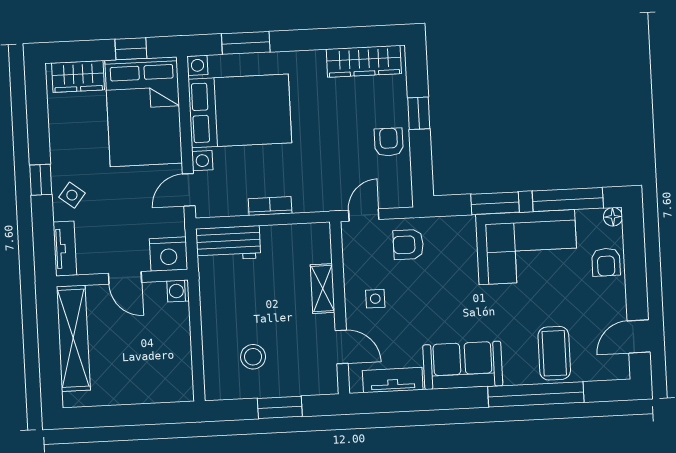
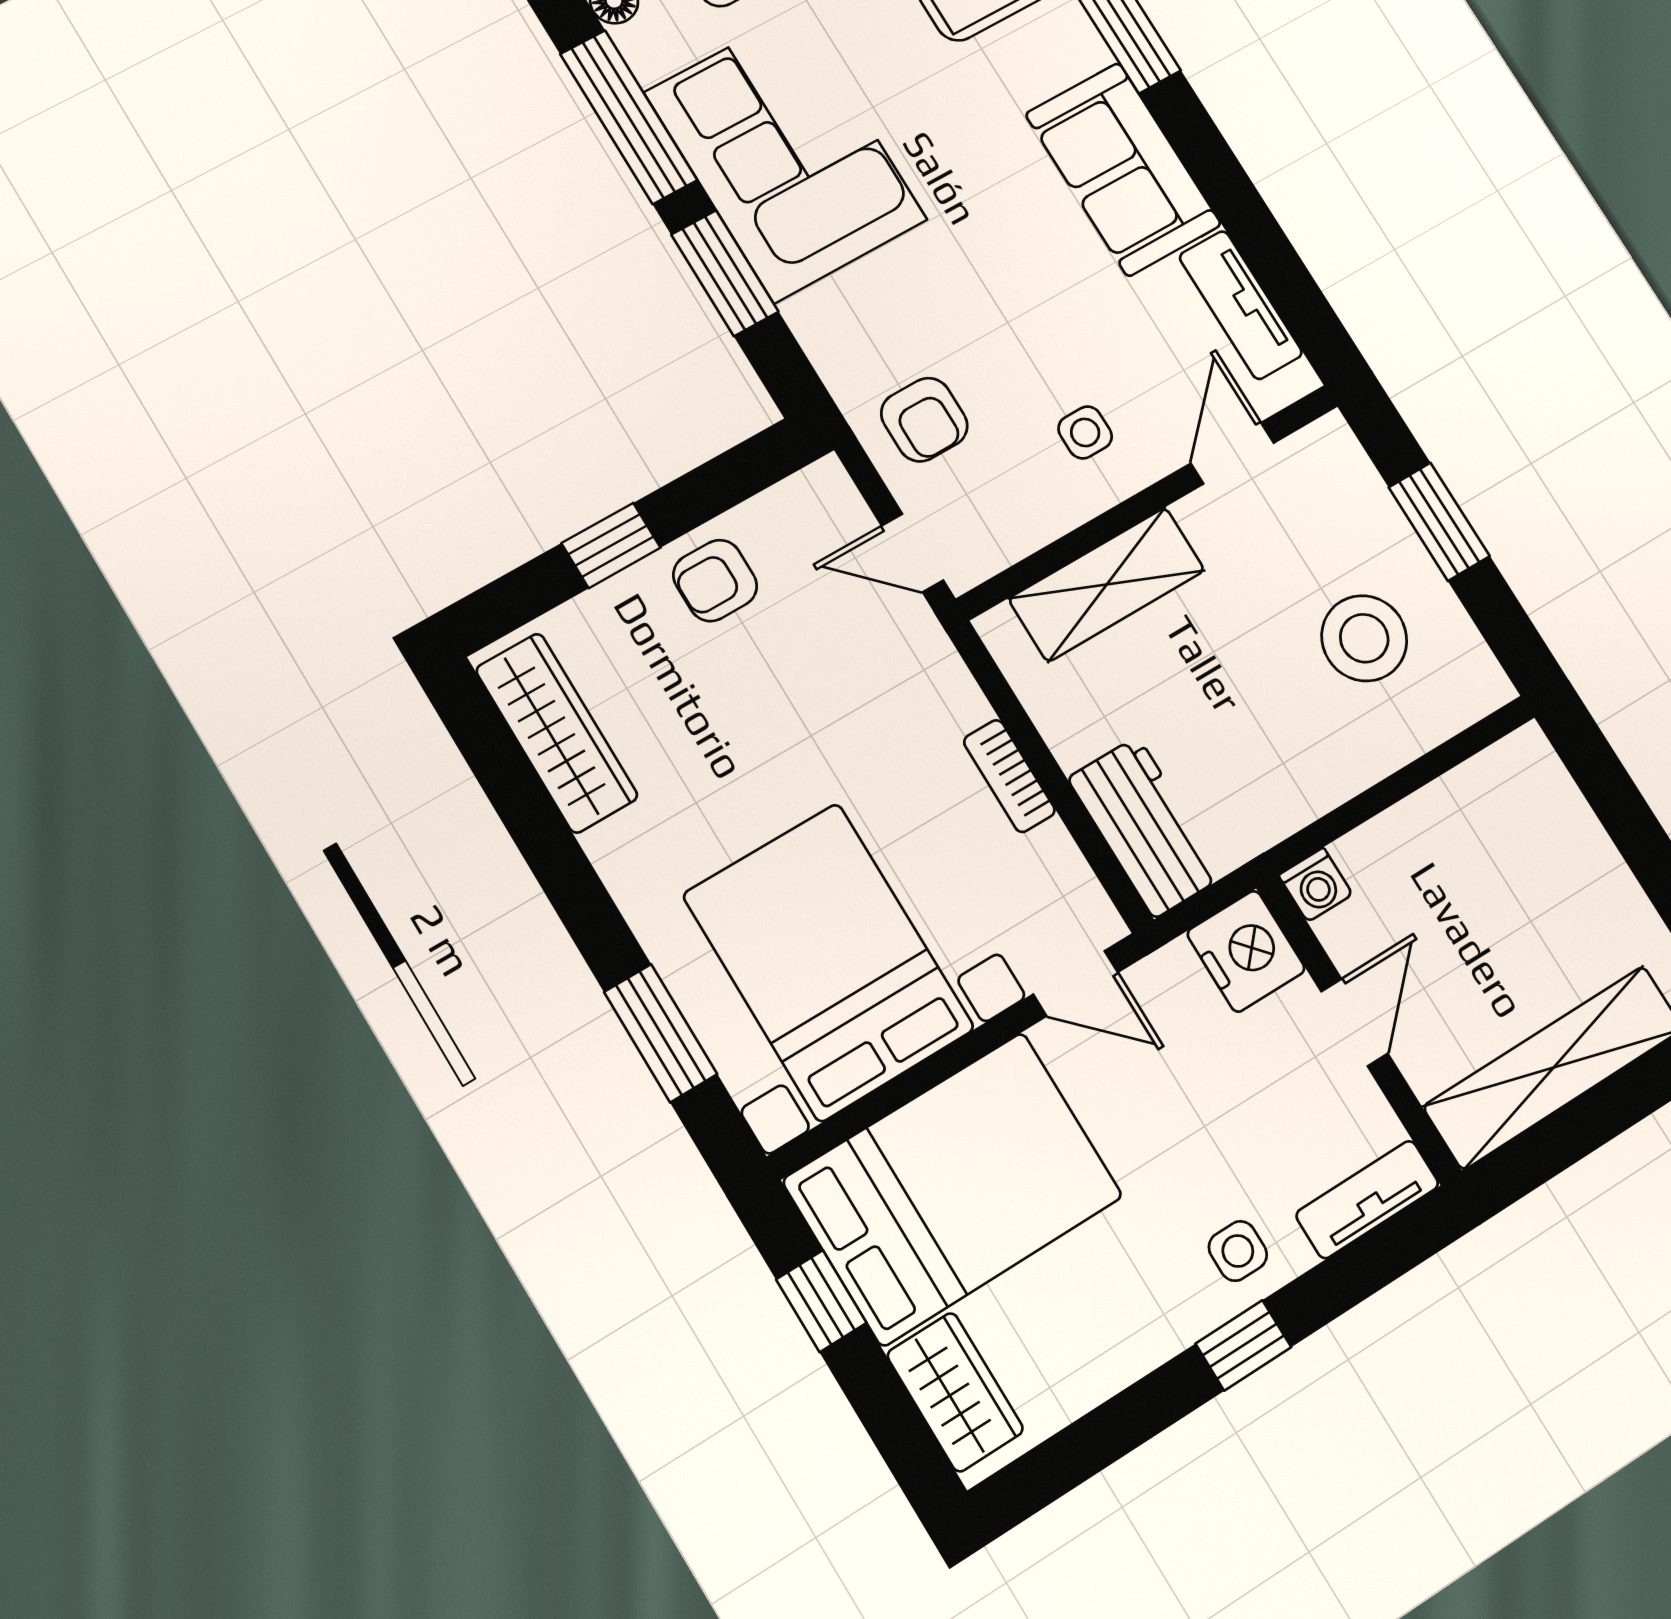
side table: (72, 195) -> (1238, 1251), turned -38
shelving: (323, 289) -> (1107, 584), width x1.50, depth x1.33
stool: (253, 357) -> (1364, 638), width x1.38, depth x1.38

